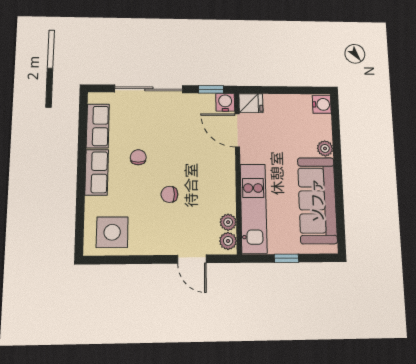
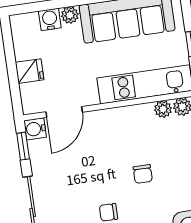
fridge: (251, 103) -> (30, 71), moved, turned 90
water cooler: (322, 104) -> (50, 19), moved

